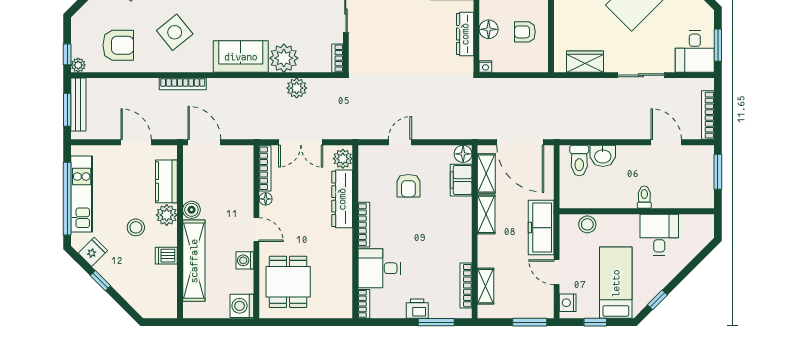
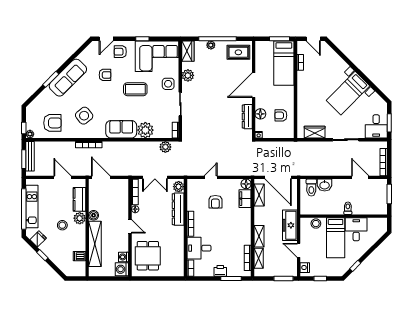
plant: (297, 88) -> (165, 147), moved
shelving: (486, 214) -> (259, 236), moved
dishwasher: (166, 256) -> (79, 256), moved
washing machine: (245, 260) -> (124, 257), moved
bed: (616, 283) -> (336, 238), moved, turned 180

